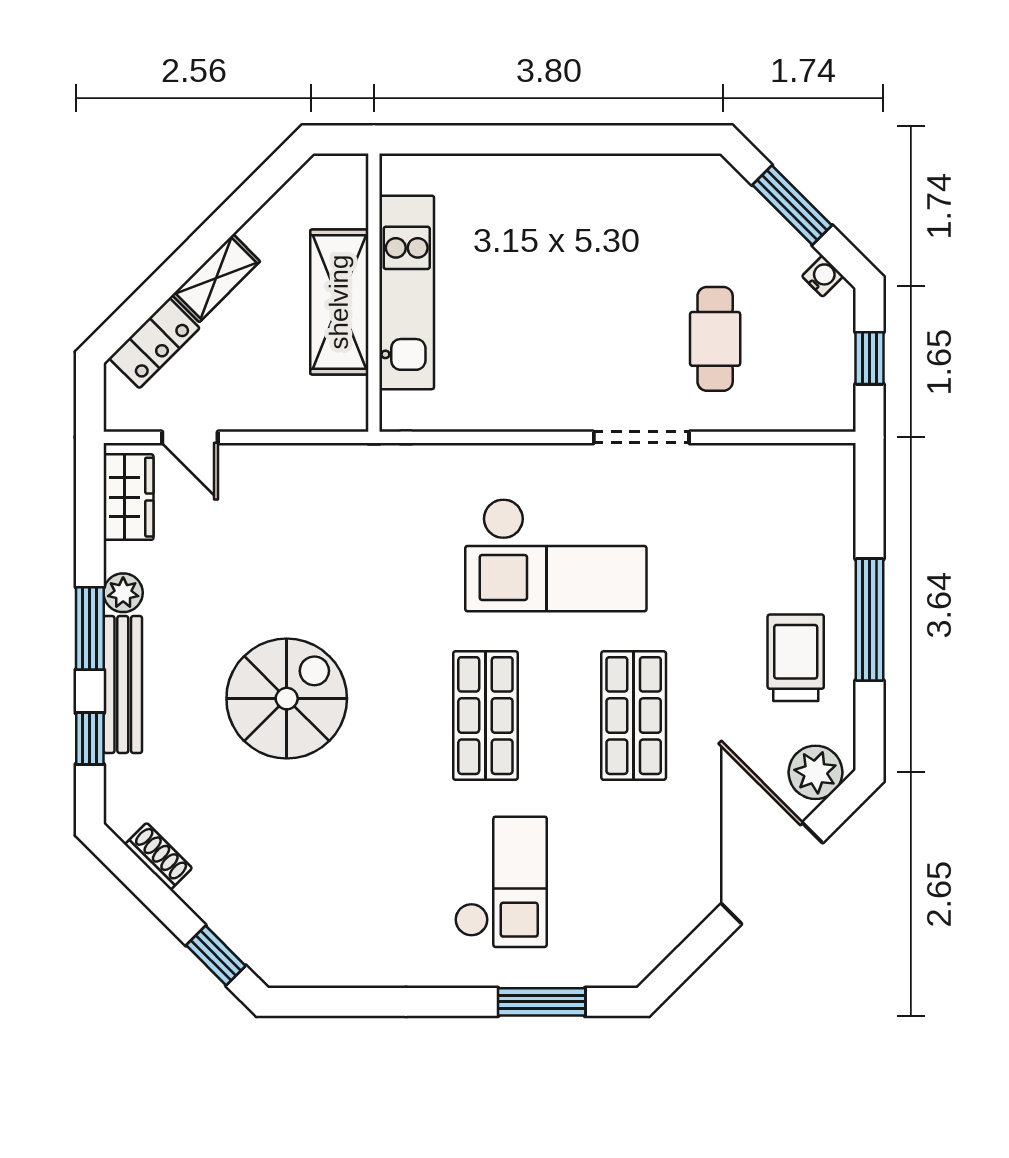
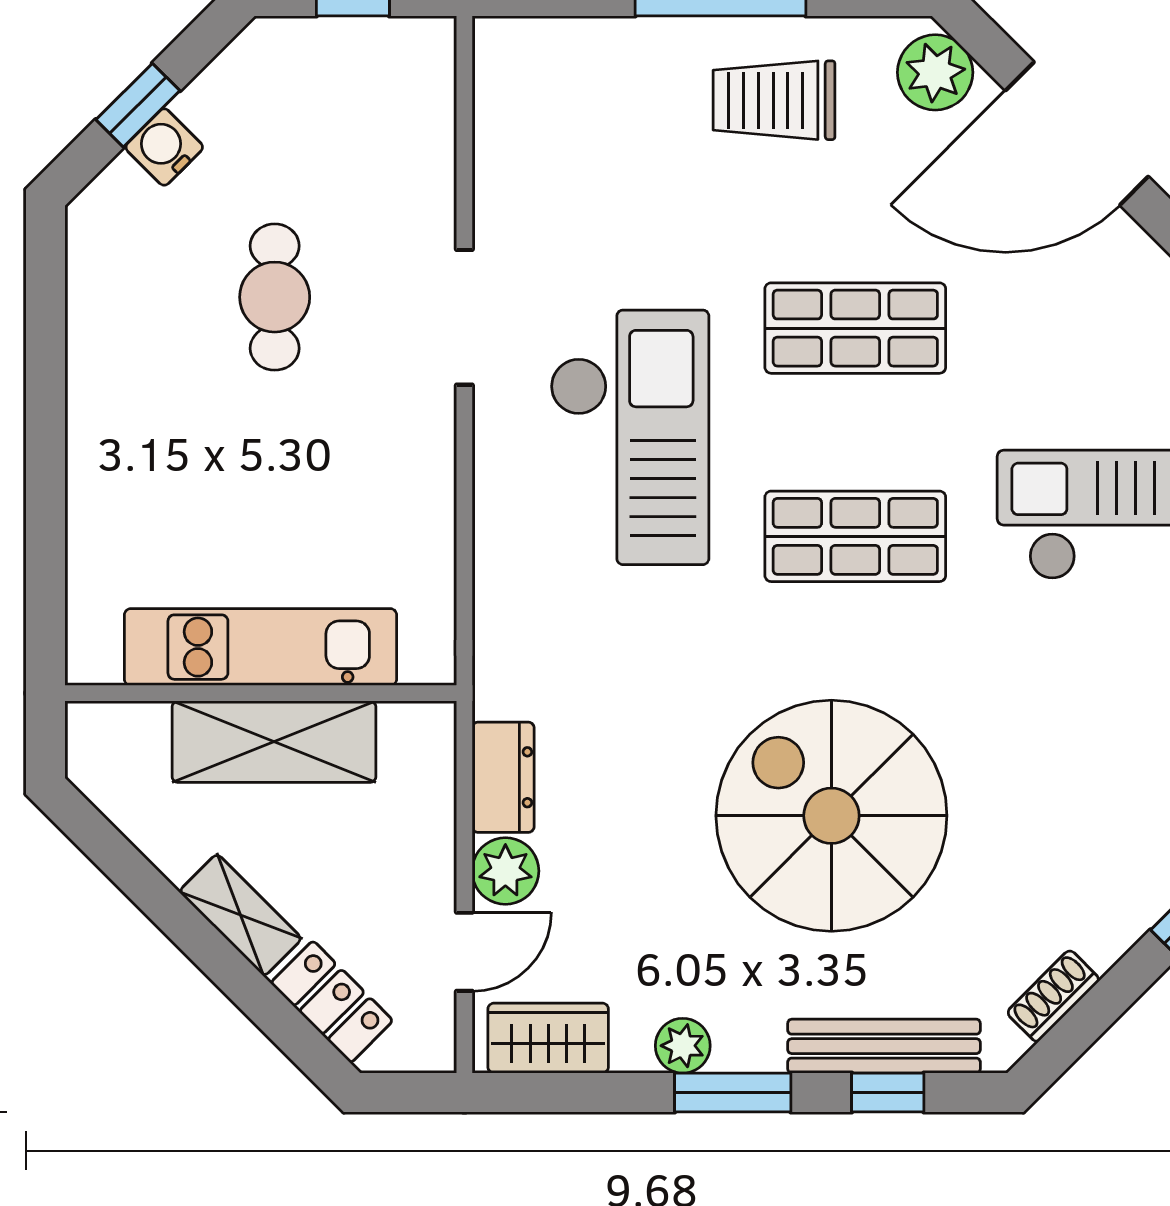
window: (792, 205) -> (138, 105), width x0.67
water cooler: (823, 276) -> (164, 147), moved, width x1.38, depth x1.38
cafe table: (715, 339) -> (275, 297), moved, turned 90
dresser: (314, 465) -> (503, 777), added
plant: (247, 467) -> (505, 871), added
bench: (123, 684) -> (884, 1046), moved
spiral stairs: (287, 699) -> (831, 816), width x1.37, depth x1.37

